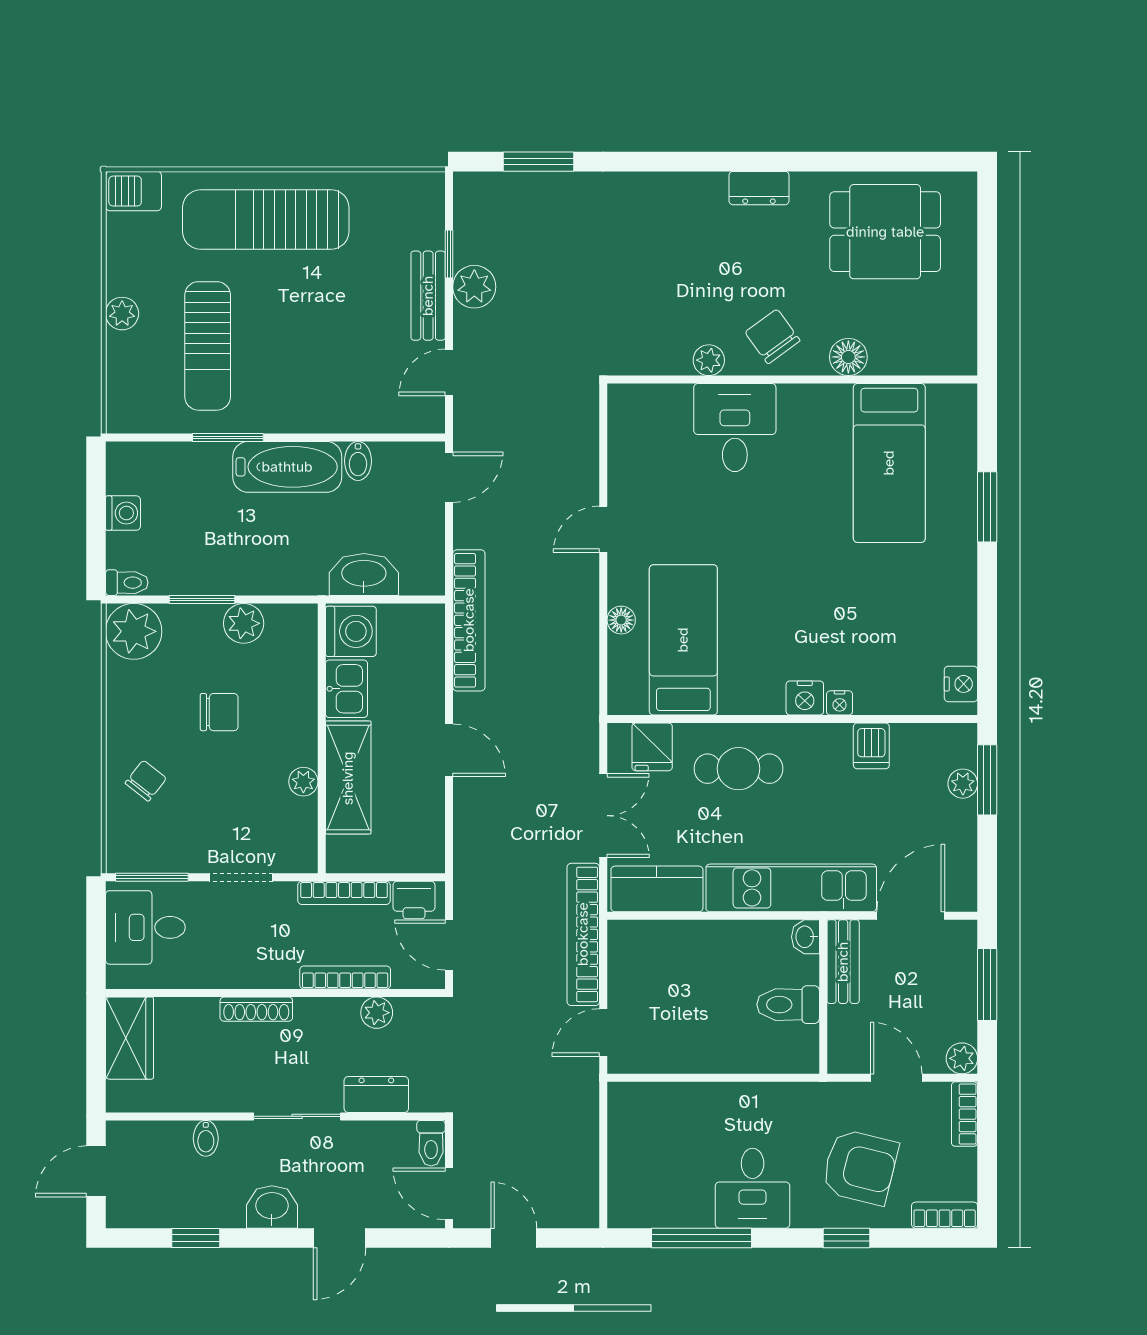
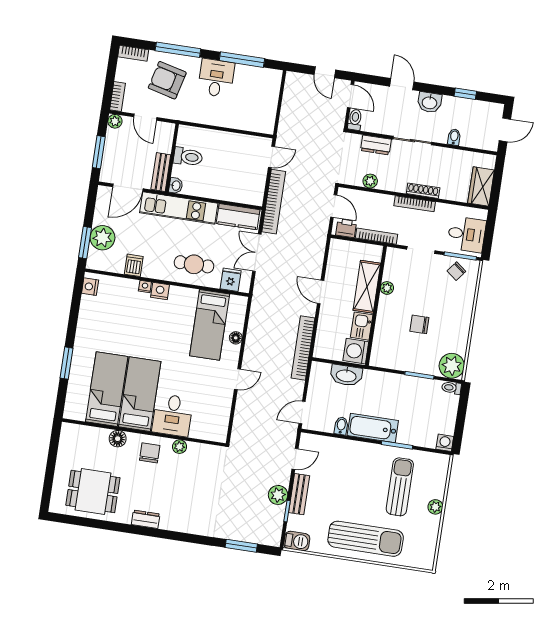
barbecue: (133, 191) -> (297, 541), moved
chair: (773, 336) -> (150, 453), turned -144
bed: (815, 463) -> (140, 394), added
washing machine: (123, 513) -> (445, 443), moved, turned 90
plant: (244, 623) -> (403, 362), removed
chair: (146, 781) -> (456, 271), moved
plant: (963, 784) -> (102, 238), width x1.87, depth x1.87
bookcase: (345, 977) -> (415, 204), moved
door: (339, 1238) -> (402, 84), hinge flipped
window: (846, 1238) -> (178, 50), width x2.17

